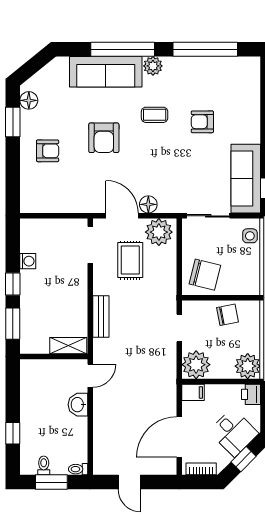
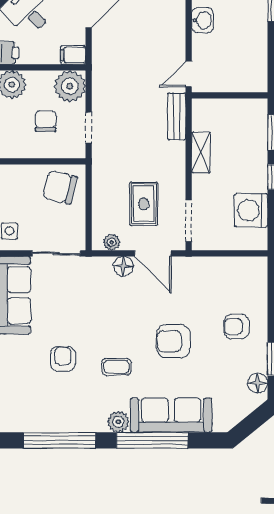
armchair: (202, 122) -> (63, 359), turned -90
armchair: (104, 138) -> (173, 341), turned -90
plant: (159, 232) -> (112, 242), width x0.53, depth x0.53
washing machine: (28, 261) -> (251, 210), width x1.89, depth x1.89
chair: (227, 315) -> (46, 121), moved, turned 101
bench: (101, 316) -> (177, 116), moved
shelving: (68, 346) -> (201, 152), moved, turned 90
washbasin: (78, 405) -> (202, 20), moved

